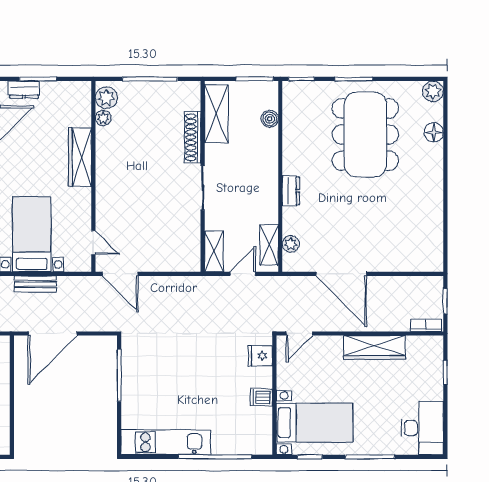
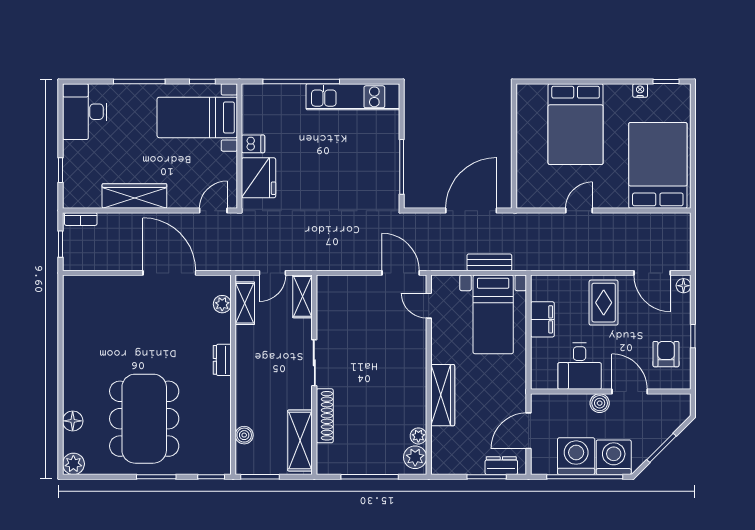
fridge: (260, 356) -> (258, 178), width x1.88, depth x1.34

